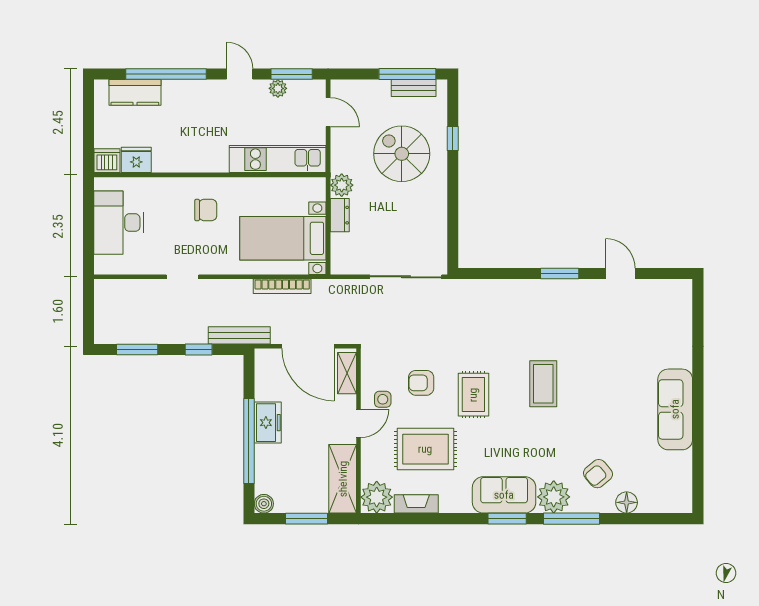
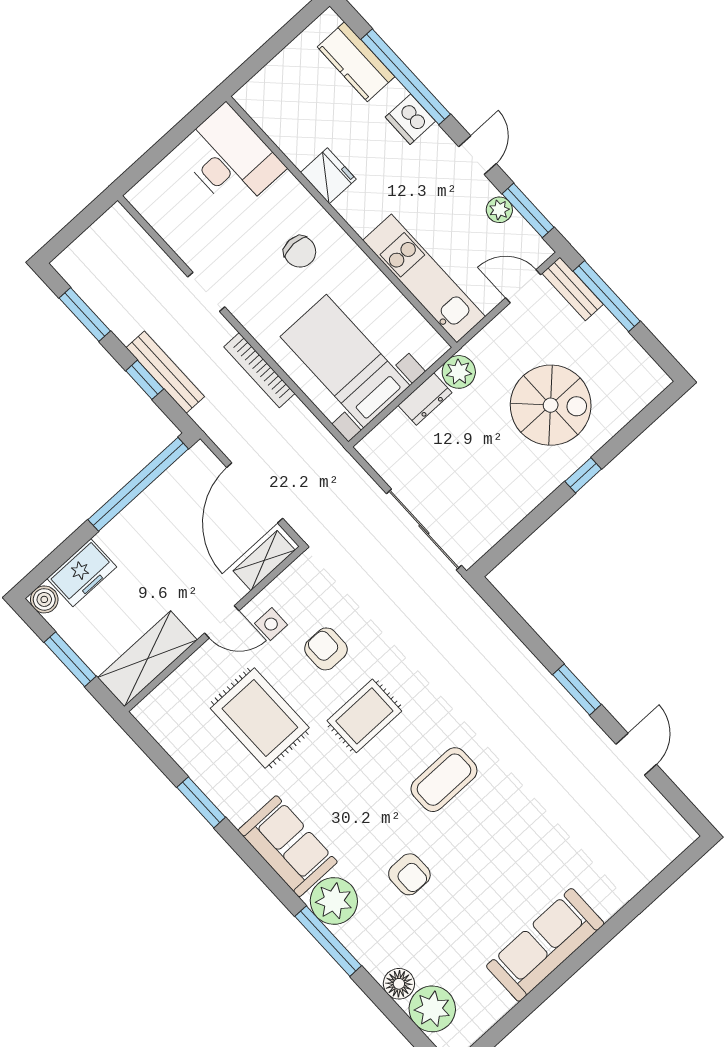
window: (407, 74) -> (607, 296), moved
bench: (414, 88) -> (573, 289), moved
door: (328, 112) -> (523, 286), swing flipped
window: (453, 139) -> (583, 475), moved
spiral stairs: (402, 154) -> (551, 405), turned 90
fridge: (136, 160) -> (328, 176), moved
dishwasher: (107, 161) -> (410, 119), moved, turned 180
desk: (119, 223) -> (230, 159), moved, turned 90
bookcase: (282, 286) -> (259, 370), moved
bench: (239, 335) -> (165, 372), moved
freezer: (268, 423) -> (82, 573), moved
window: (249, 441) -> (138, 484), moved
armchair: (598, 474) -> (409, 874), moved, turned -140
plant: (377, 497) -> (432, 1009), moved
fireplace: (416, 504) -> (193, 762), removed
window: (507, 519) -> (201, 802), moved

